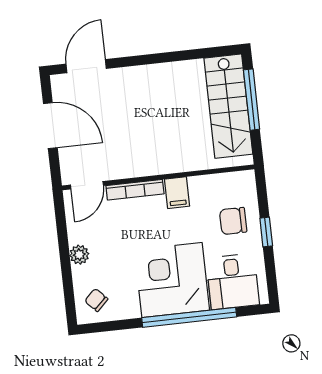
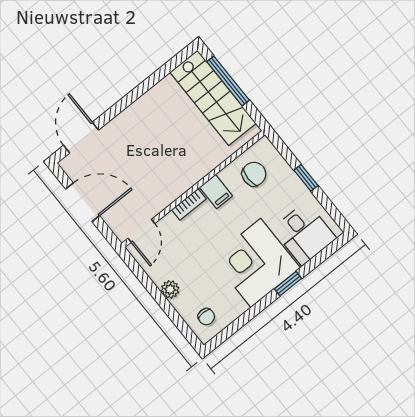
bookcase: (135, 190) -> (189, 204), width x0.64
chair: (233, 221) -> (254, 174), moved, turned 180
chair: (96, 300) -> (206, 317), turned -136
window: (189, 317) -> (288, 284), width x0.32

